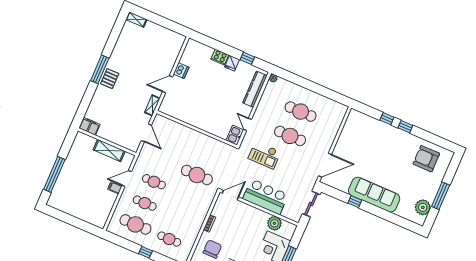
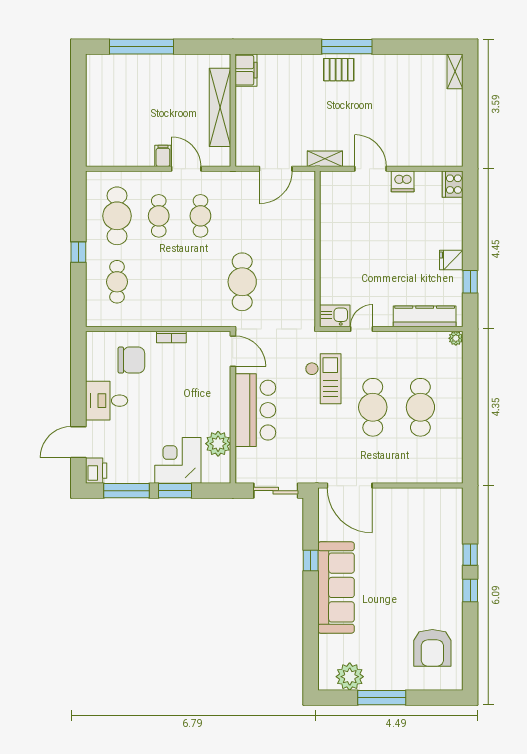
cooker: (220, 57) -> (453, 184), moved
shelving: (109, 150) -> (220, 107), width x1.47
checkout: (264, 155) -> (323, 379), turned 180
armchair: (426, 159) -> (432, 648), turned 180

